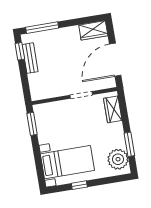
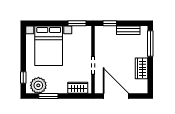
wardrobe: (93, 30) -> (141, 68), moved
window: (20, 51) -> (110, 23), moved
bed with nightstands: (67, 162) -> (49, 46), width x1.36
window: (79, 185) -> (23, 77), moved

